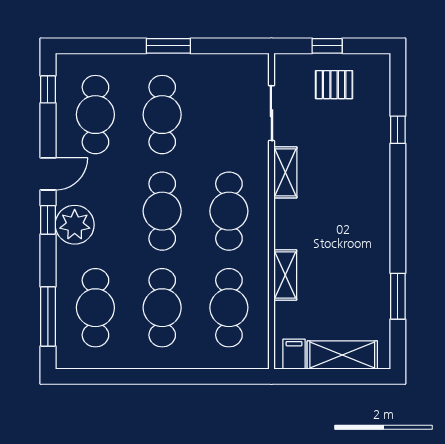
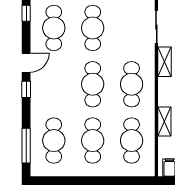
plant: (75, 225) -> (42, 92), removed

